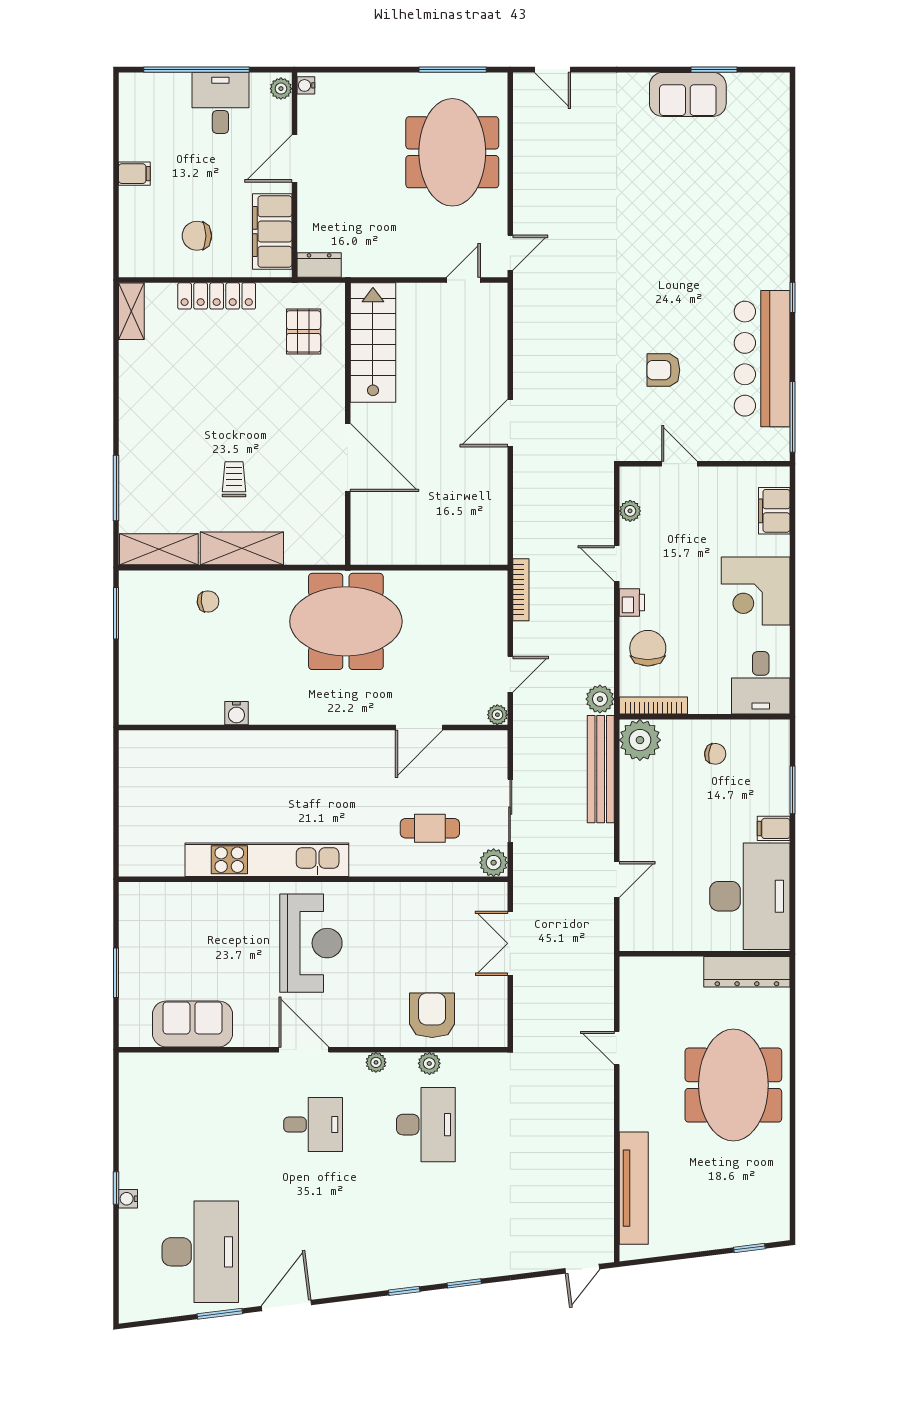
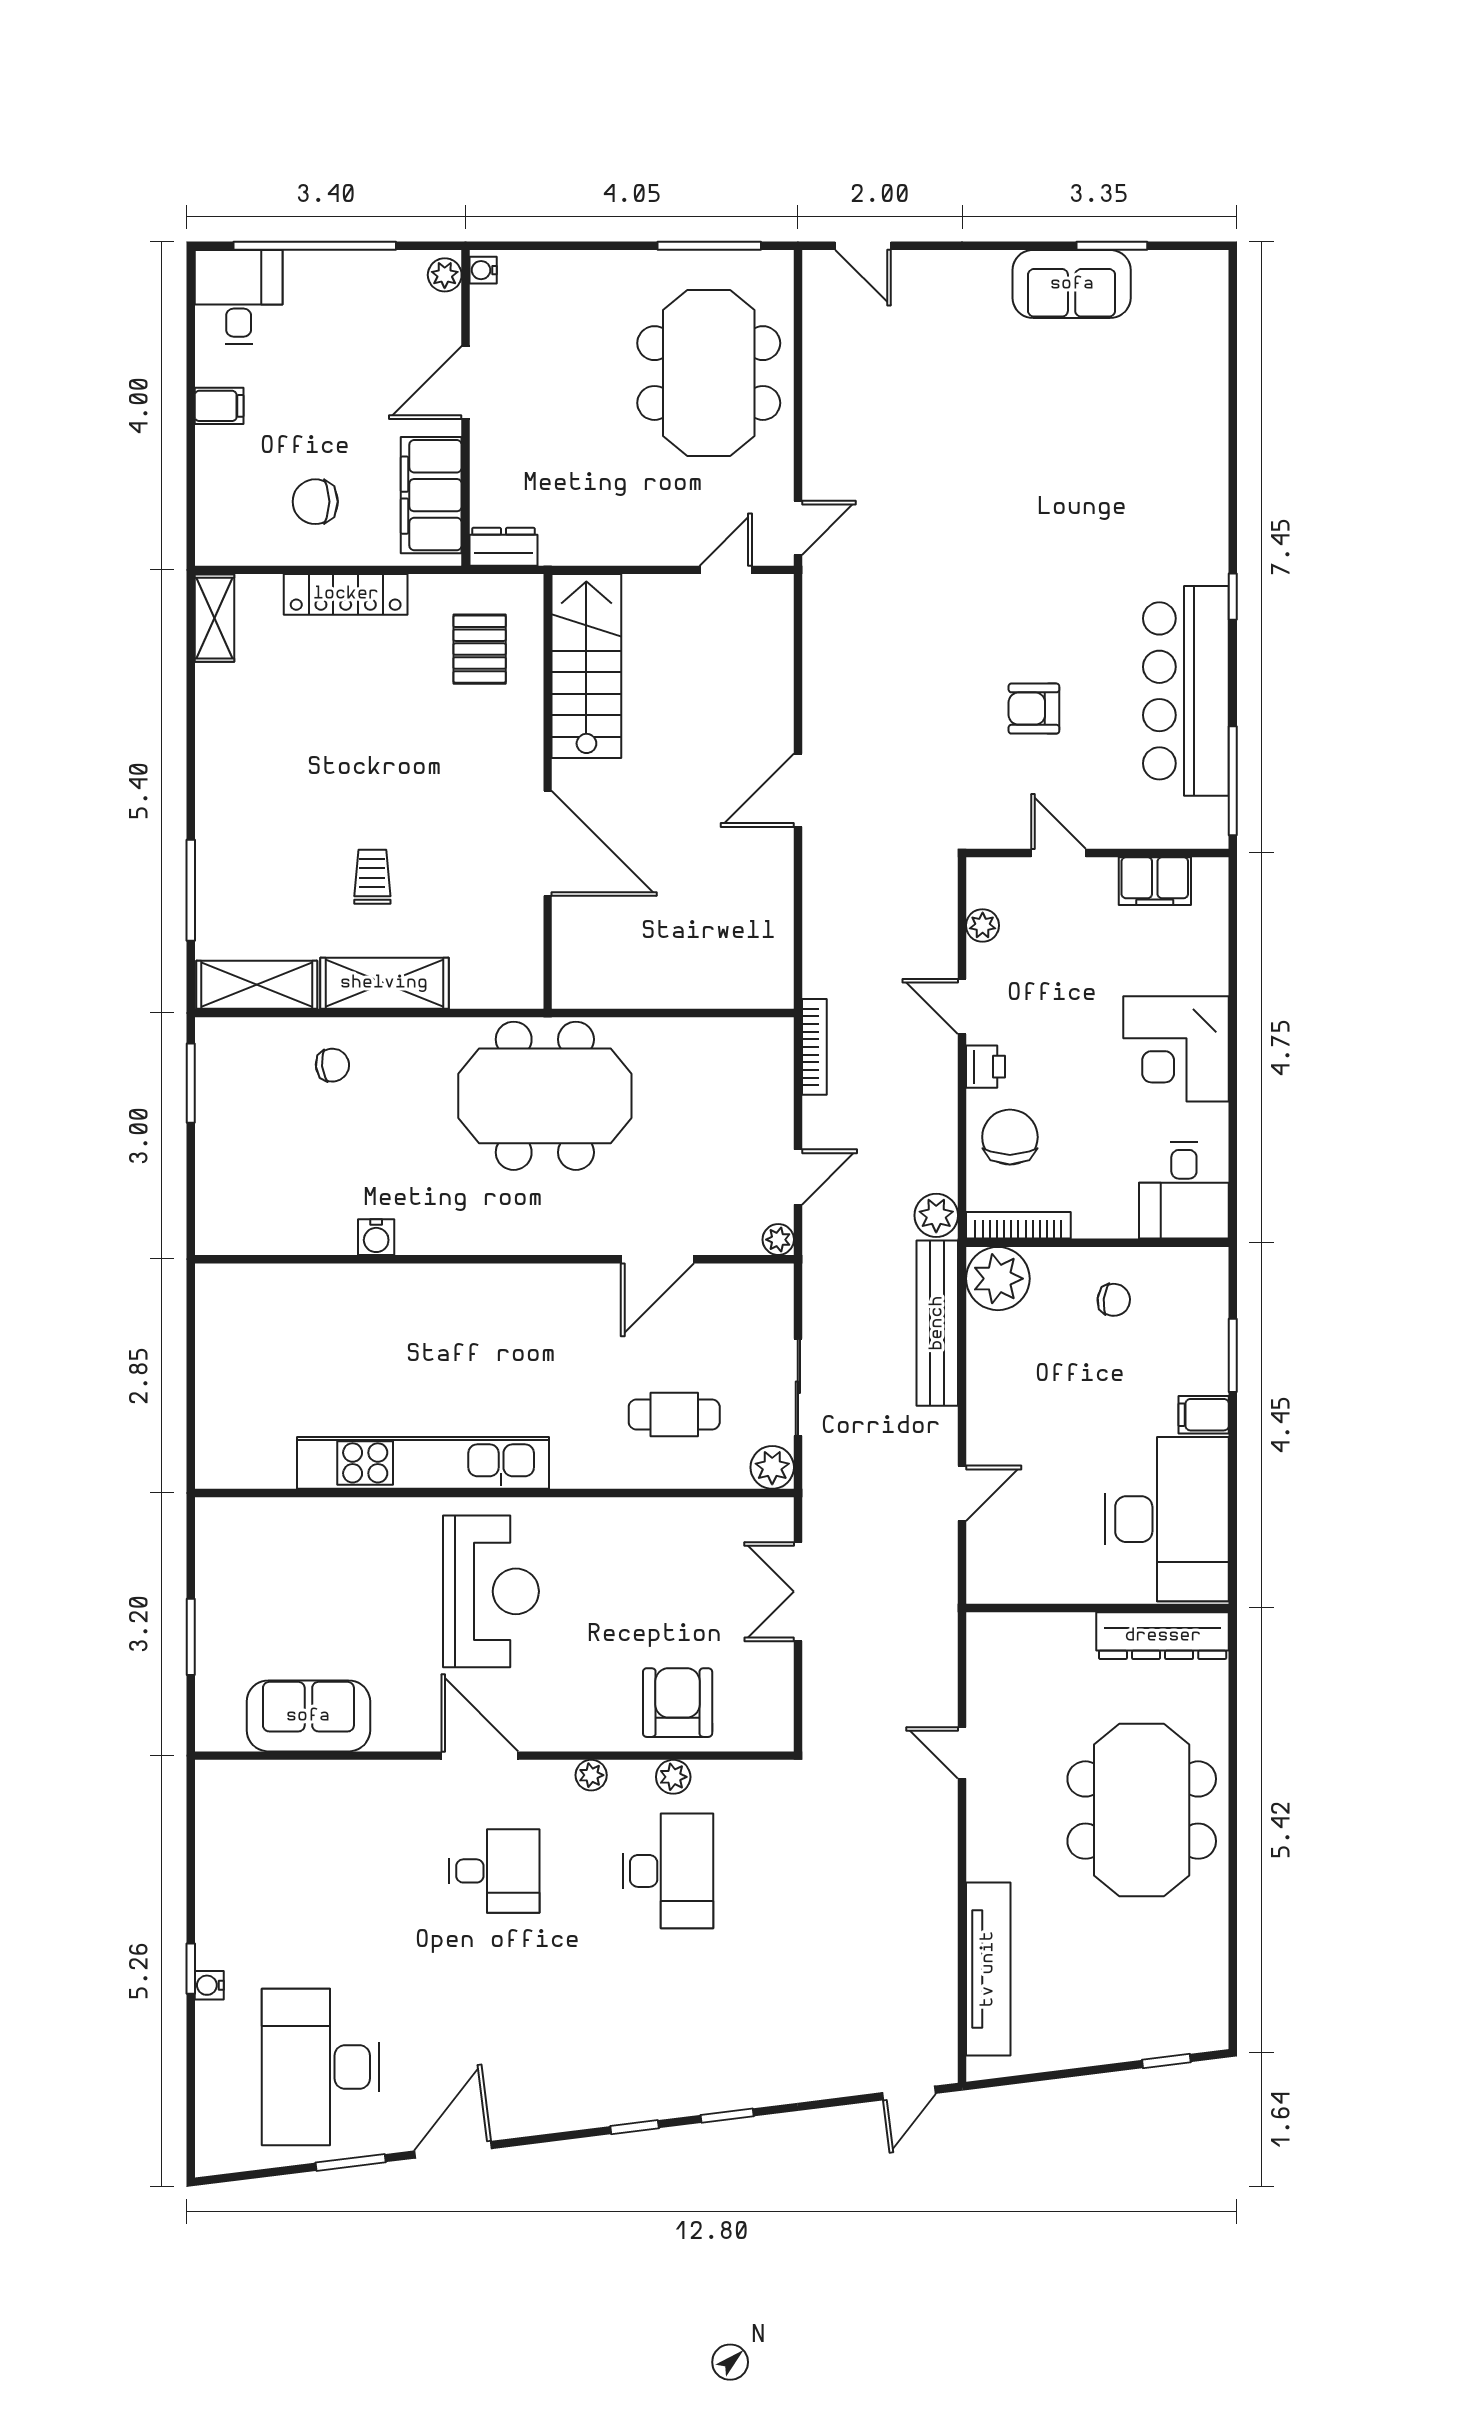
desk: (220, 103) -> (239, 297), moved
filing cabinet: (774, 511) -> (1155, 881), moved, turned -90
desk: (200, 1252) -> (321, 2067), turned 180

